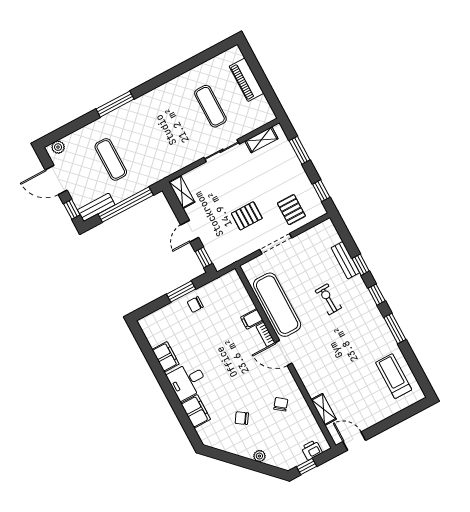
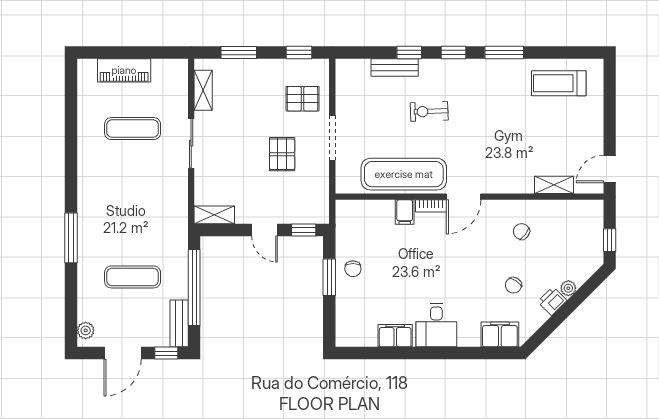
filing cabinet: (196, 411) -> (500, 334), moved
printer: (312, 450) -> (552, 301), moved, turned 45

